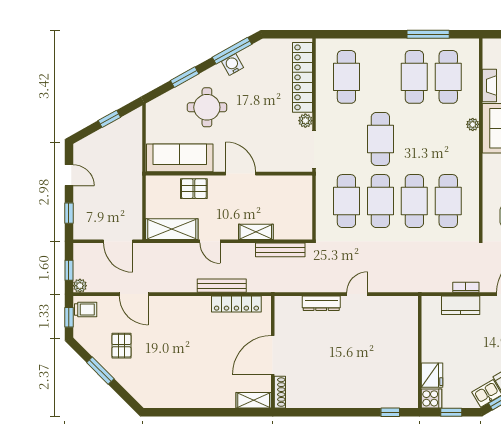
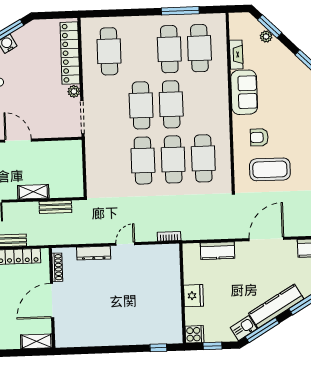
plant: (473, 124) -> (223, 90), removed
cafe table: (346, 201) -> (171, 104), moved
bench: (280, 250) -> (55, 207), width x0.73
bookcase: (466, 287) -> (169, 236), moved
fridge: (432, 375) -> (194, 296), moved
shoe rack: (280, 392) -> (57, 267), moved

